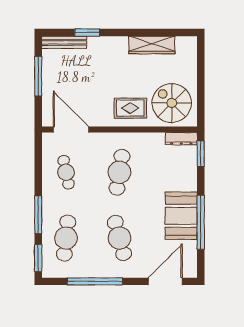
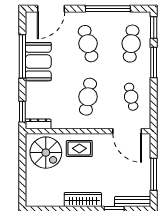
wardrobe: (152, 45) -> (83, 199), moved

